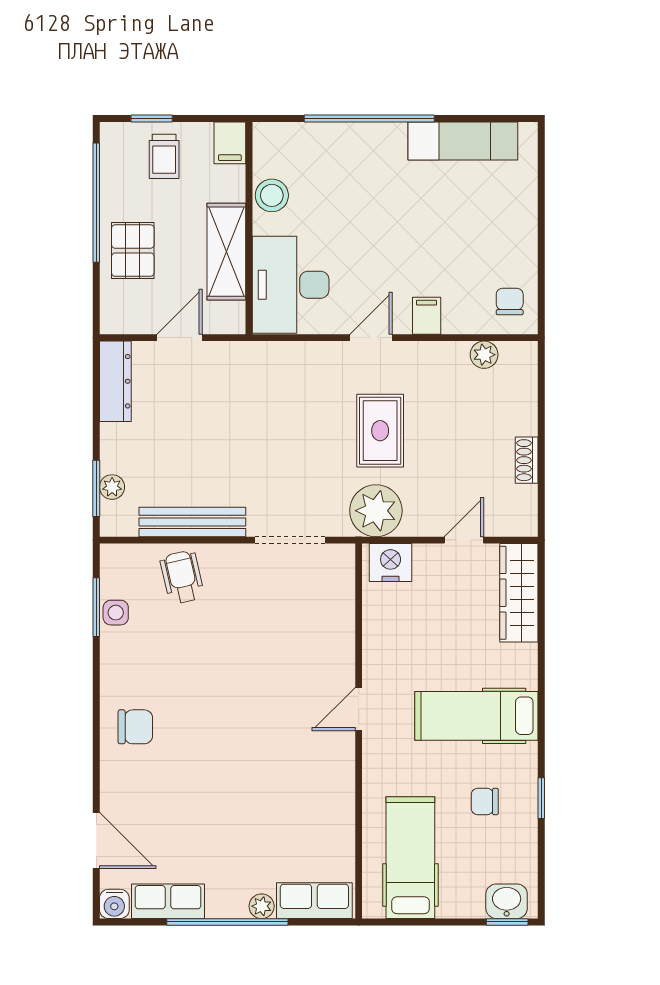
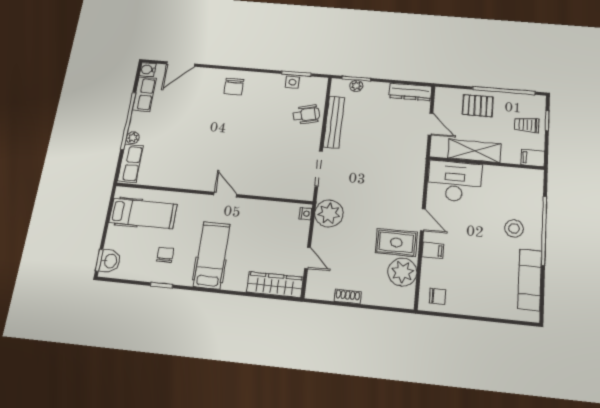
stool: (272, 195) -> (514, 228), moved
plant: (484, 355) -> (402, 272), width x1.87, depth x1.87
rug: (380, 431) -> (396, 242), moved
nightstand: (391, 562) -> (306, 214), width x0.53, depth x0.56

